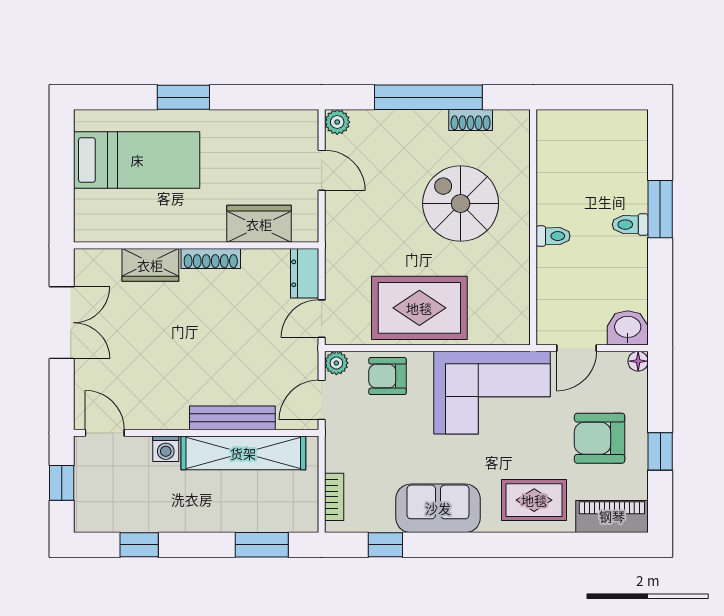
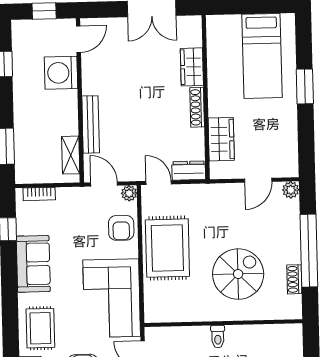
armchair: (388, 376) -> (121, 228), turned 180
washing machine: (166, 449) -> (61, 73), width x1.89, depth x1.89
shelving: (243, 453) -> (71, 155), width x0.45, depth x0.75

